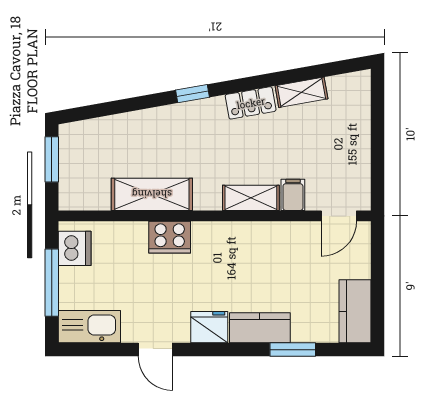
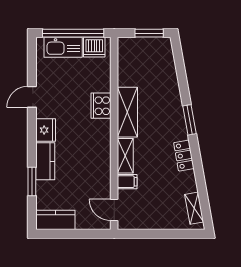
shelving: (301, 92) -> (194, 208), moved
window: (193, 94) -> (189, 120), width x1.50
shelving: (152, 194) -> (127, 112), moved
window: (52, 283) -> (73, 33), width x1.46
kitchen sink: (89, 327) -> (63, 47), moved, turned 90

